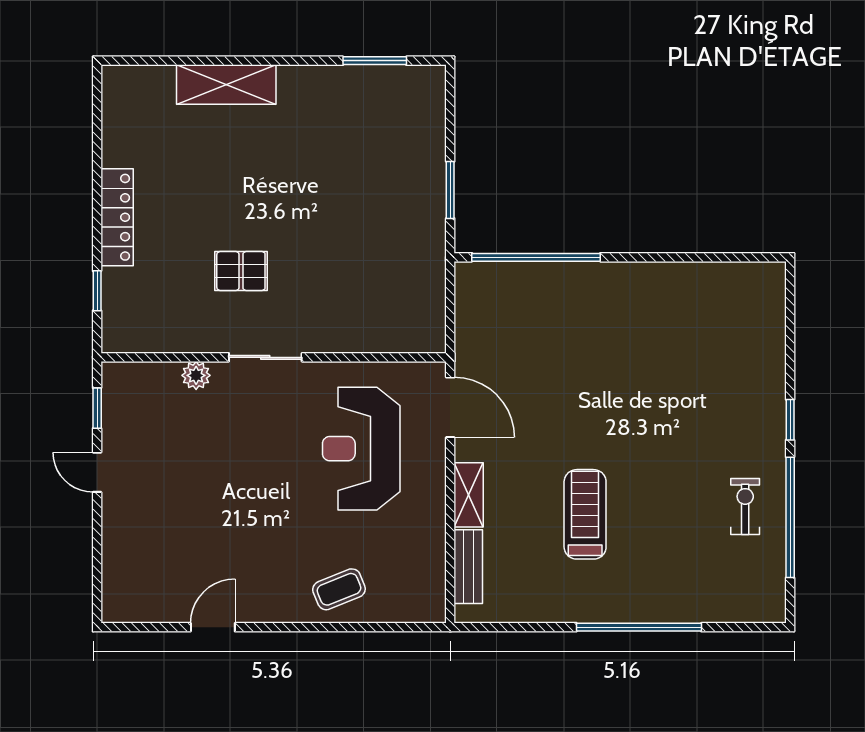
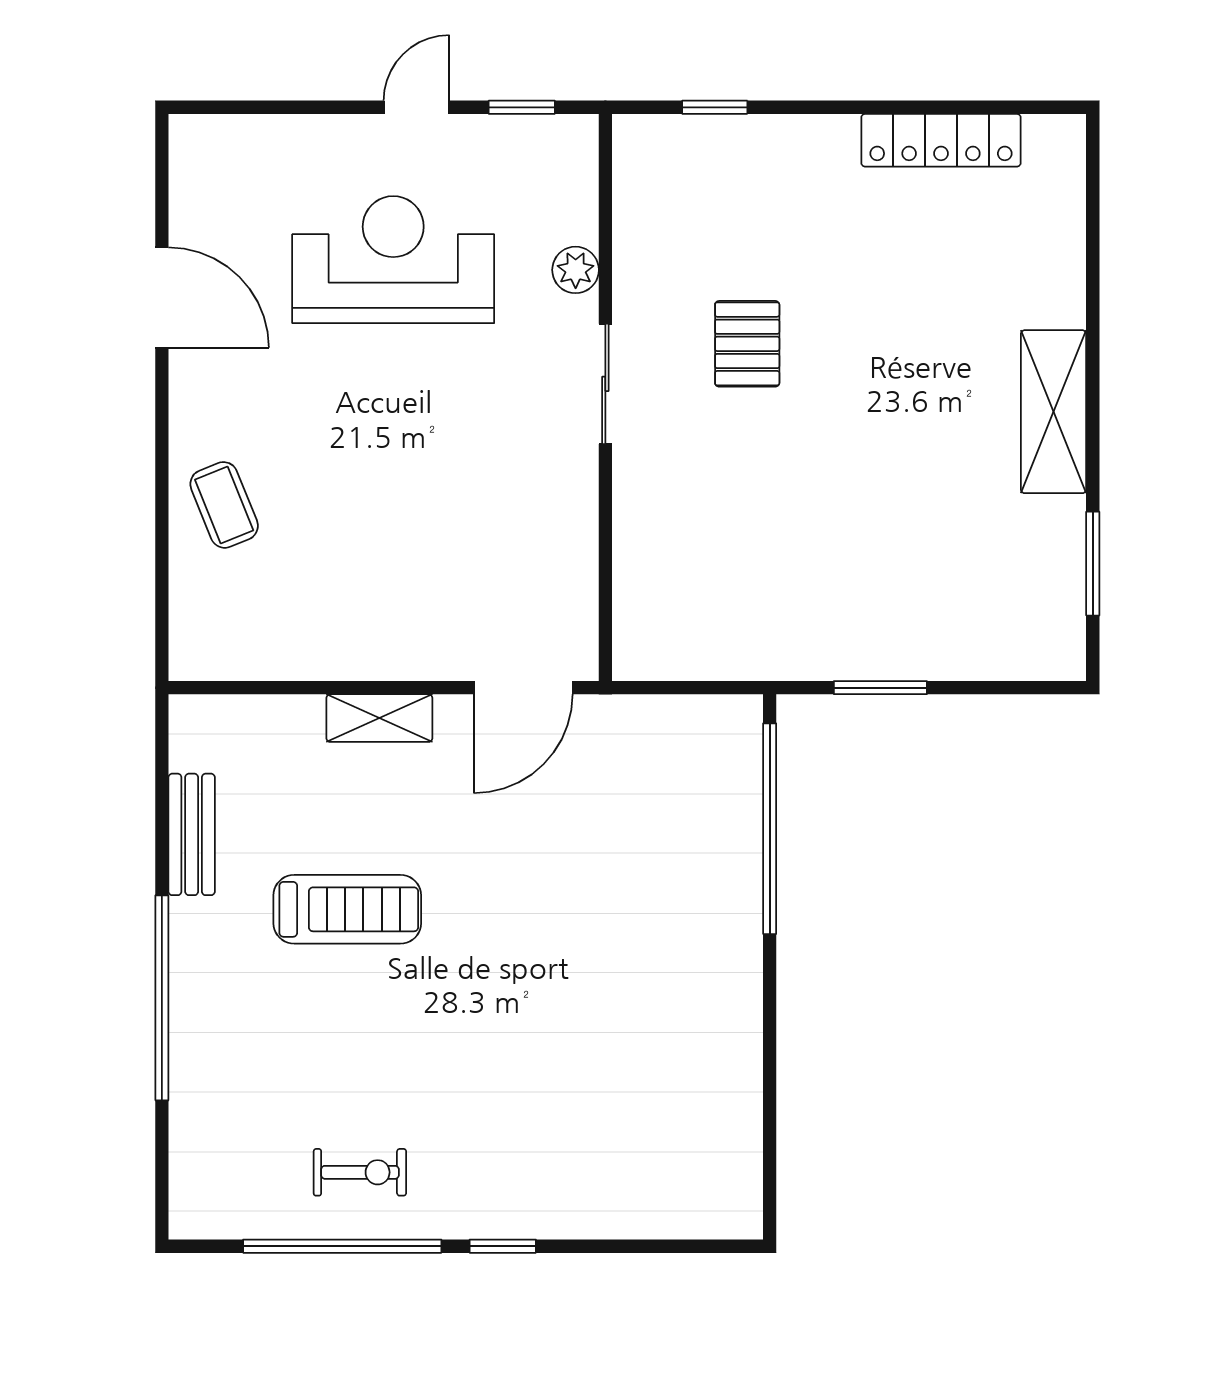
shelving: (226, 85) -> (1054, 412), moved
locker: (117, 217) -> (941, 140), moved
reception desk: (361, 449) -> (393, 260), moved
bench: (468, 567) -> (192, 834), moved, turned 90
door: (213, 627) -> (162, 298), width x1.38

